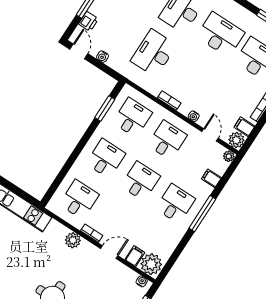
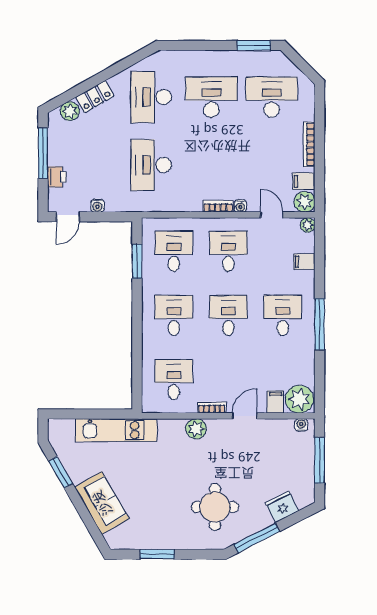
door: (79, 51) -> (68, 217), swing flipped
bookcase: (169, 100) -> (218, 206), moved
window: (202, 214) -> (320, 324), moved

